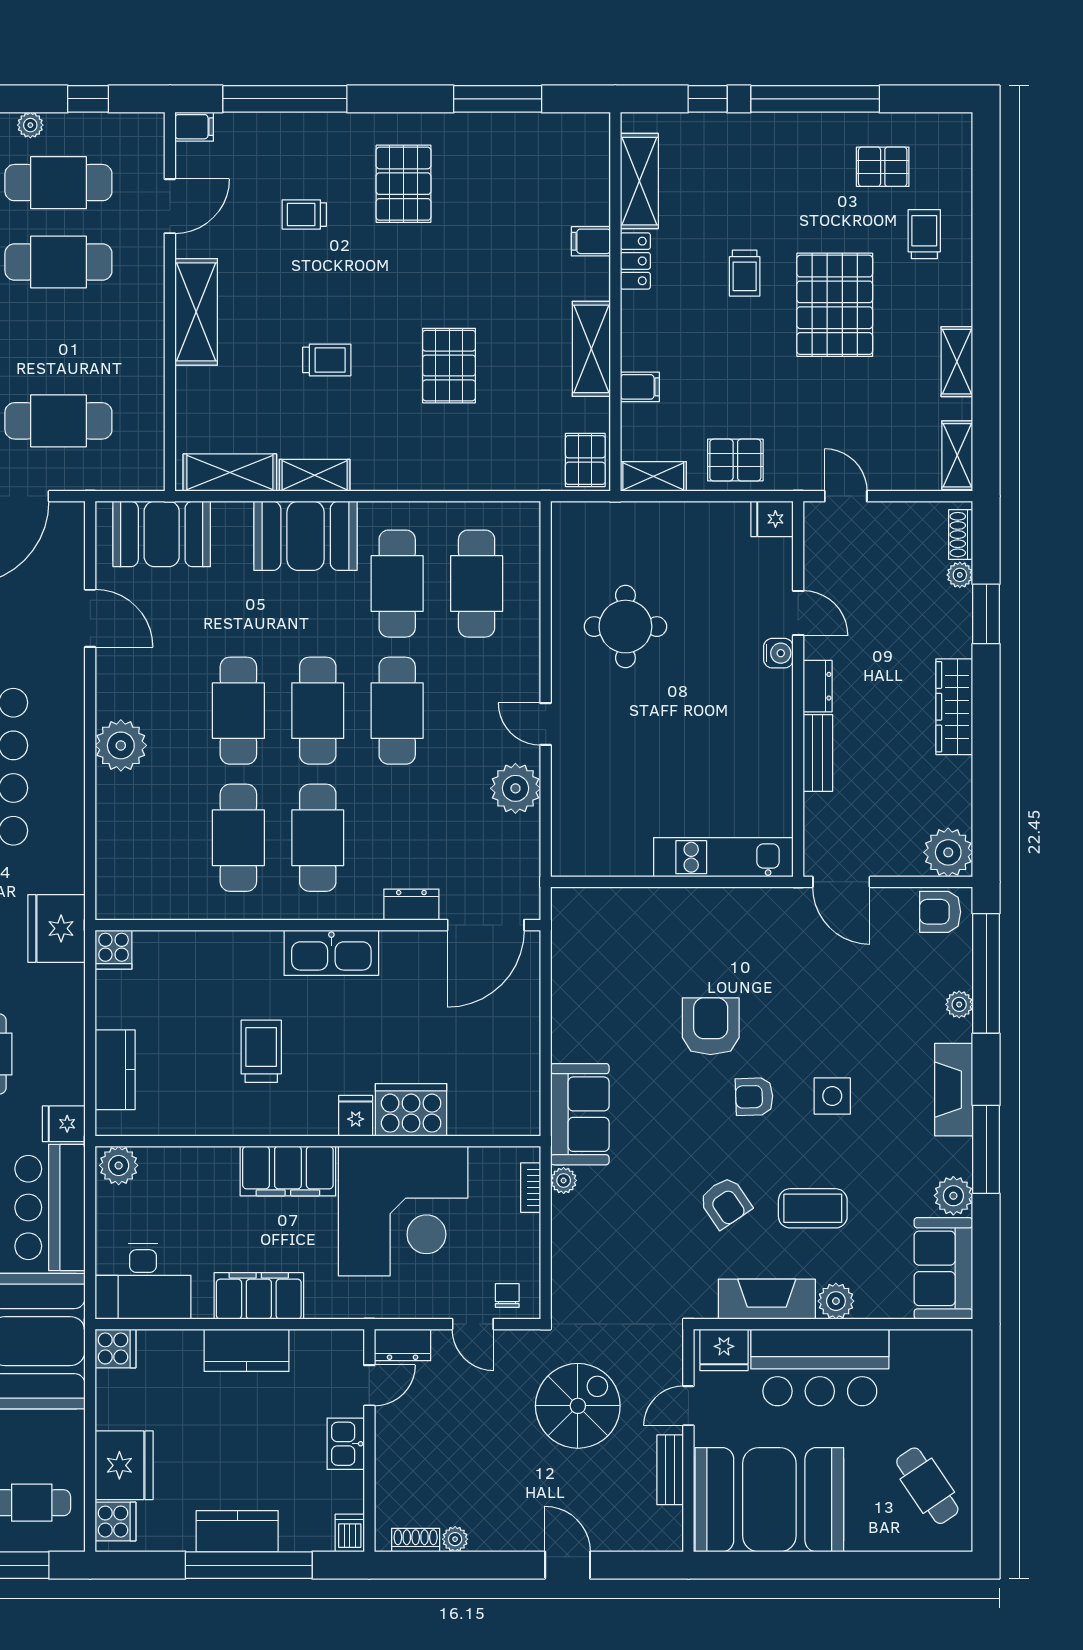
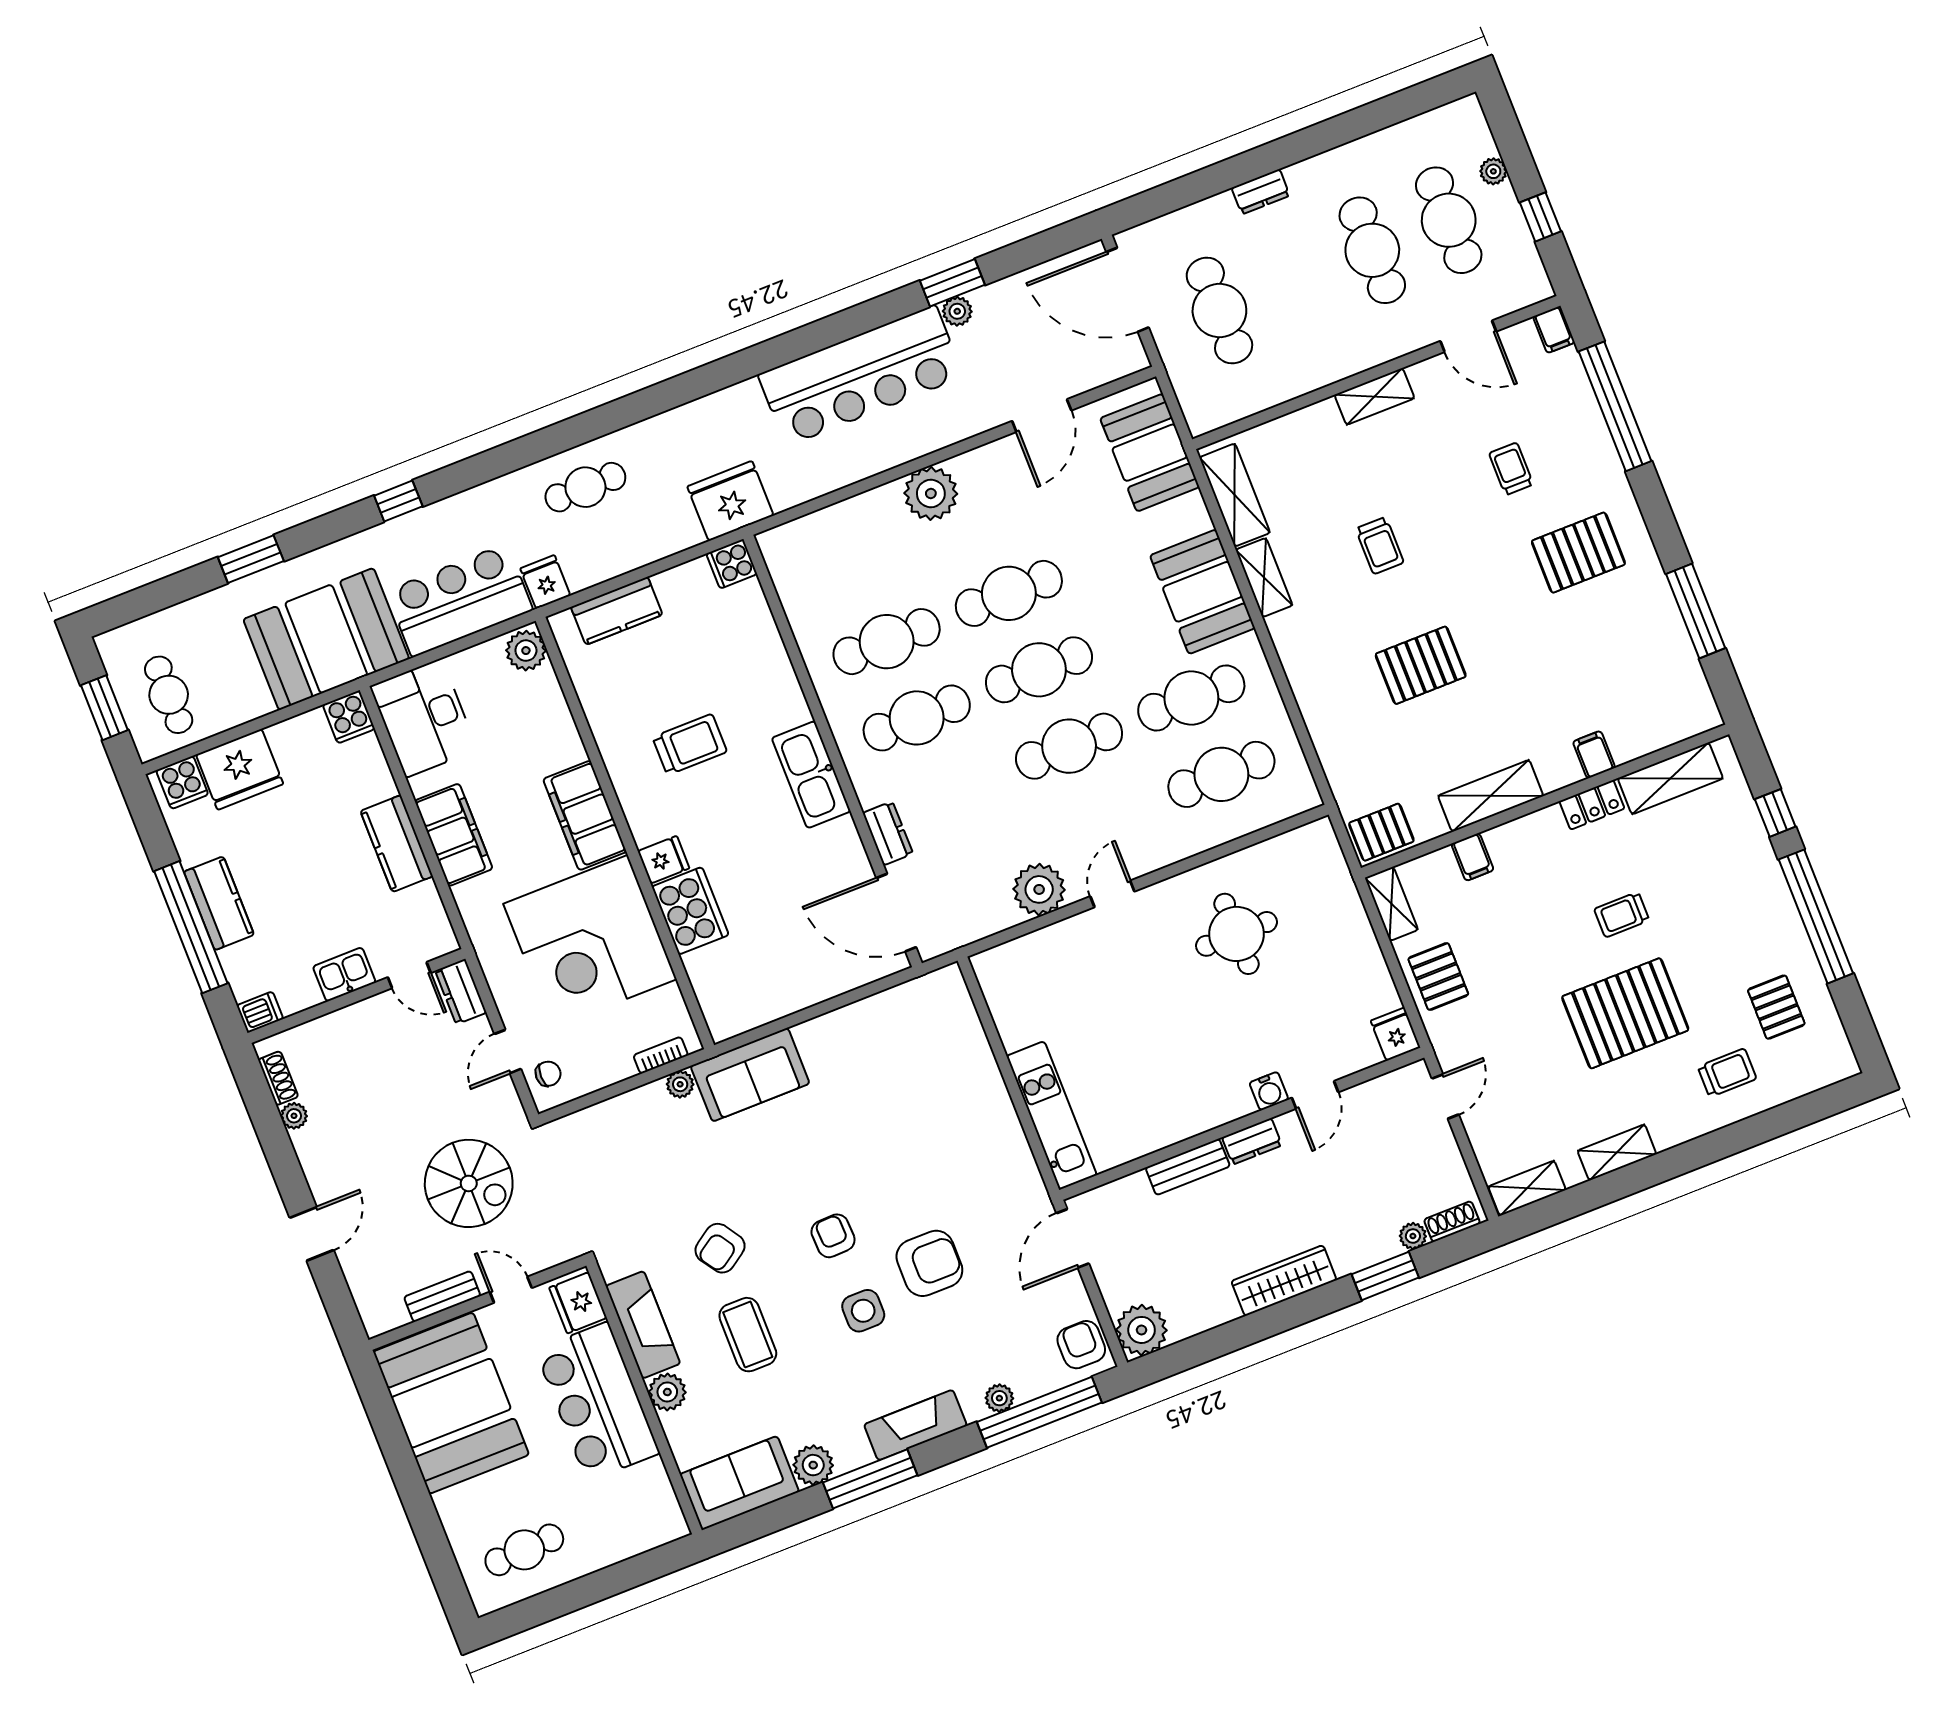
shelving: (196, 312) -> (1374, 396), width x0.67, depth x0.75
armchair: (711, 1026) -> (929, 1263), moved
cafe table: (927, 1486) -> (524, 1550), turned 31

